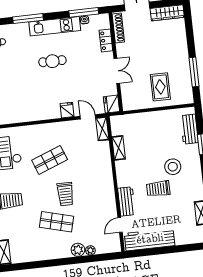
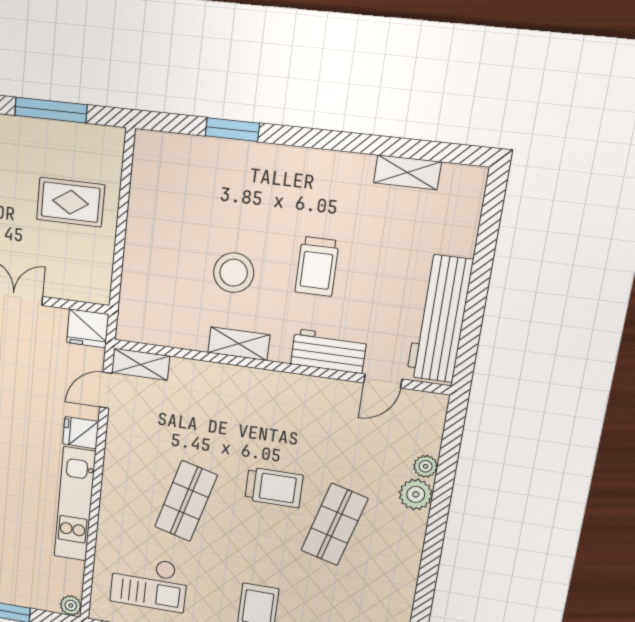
kitchen unit: (35, 114) -> (75, 504), added
workbench: (189, 129) -> (187, 154), removed
shelving: (119, 148) -> (239, 344), moved
shop shelf: (50, 160) -> (186, 501), turned 36
stool: (173, 167) -> (234, 273), moved
door: (120, 225) -> (383, 381), hinge flipped

